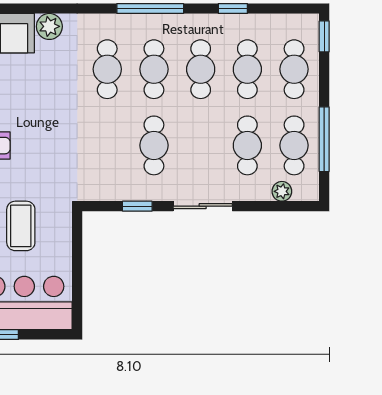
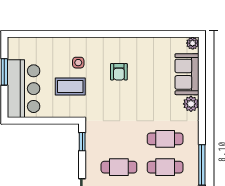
window: (137, 206) -> (82, 142), moved

